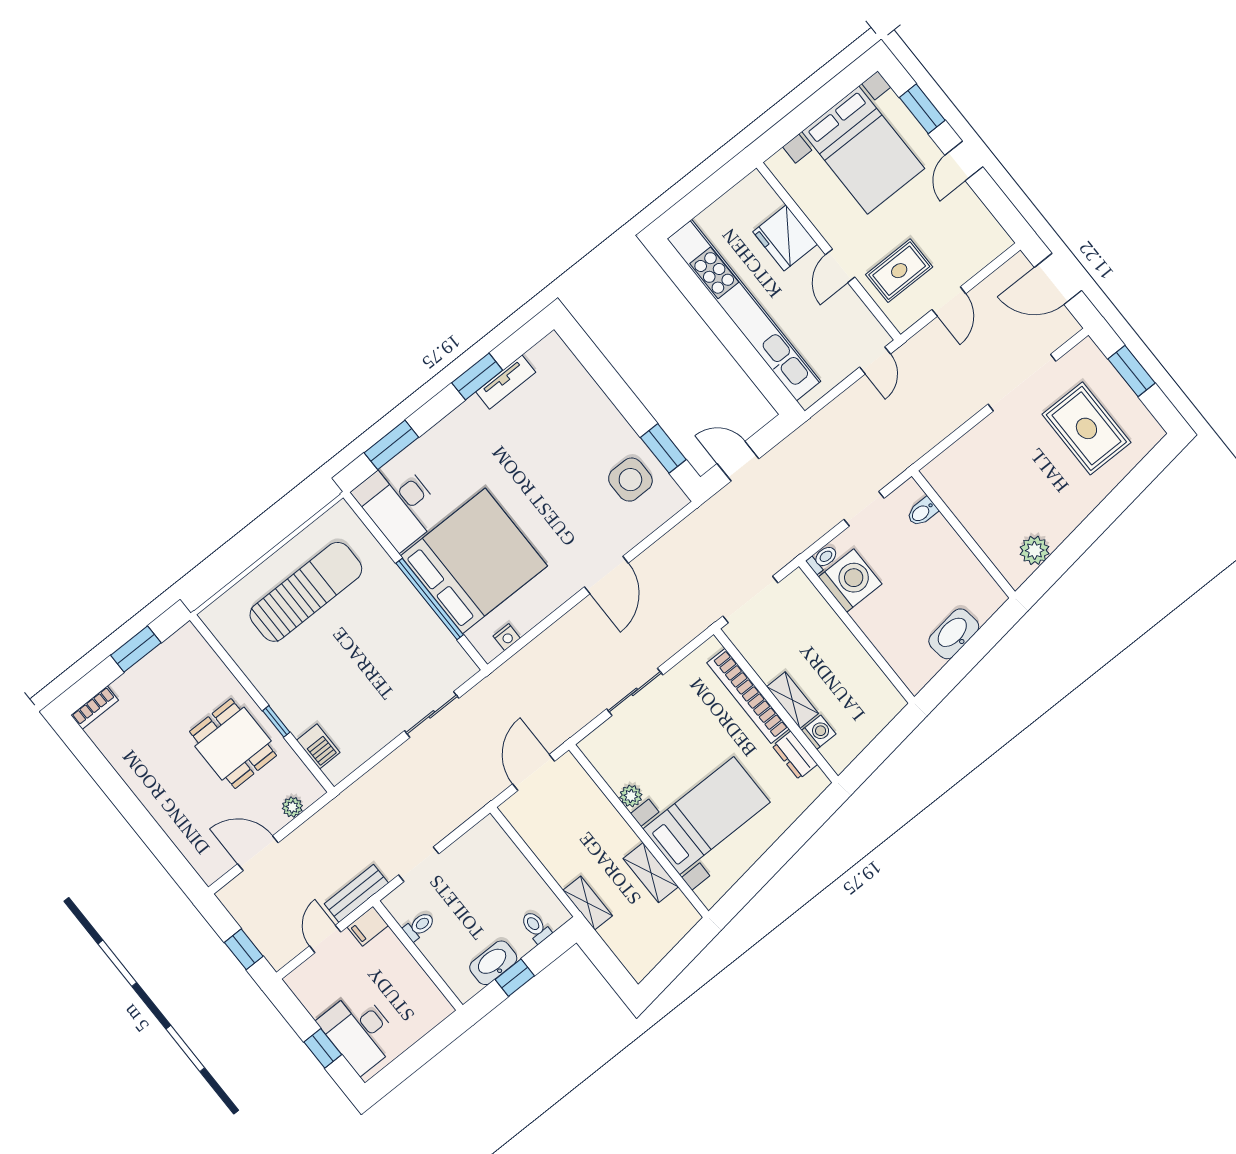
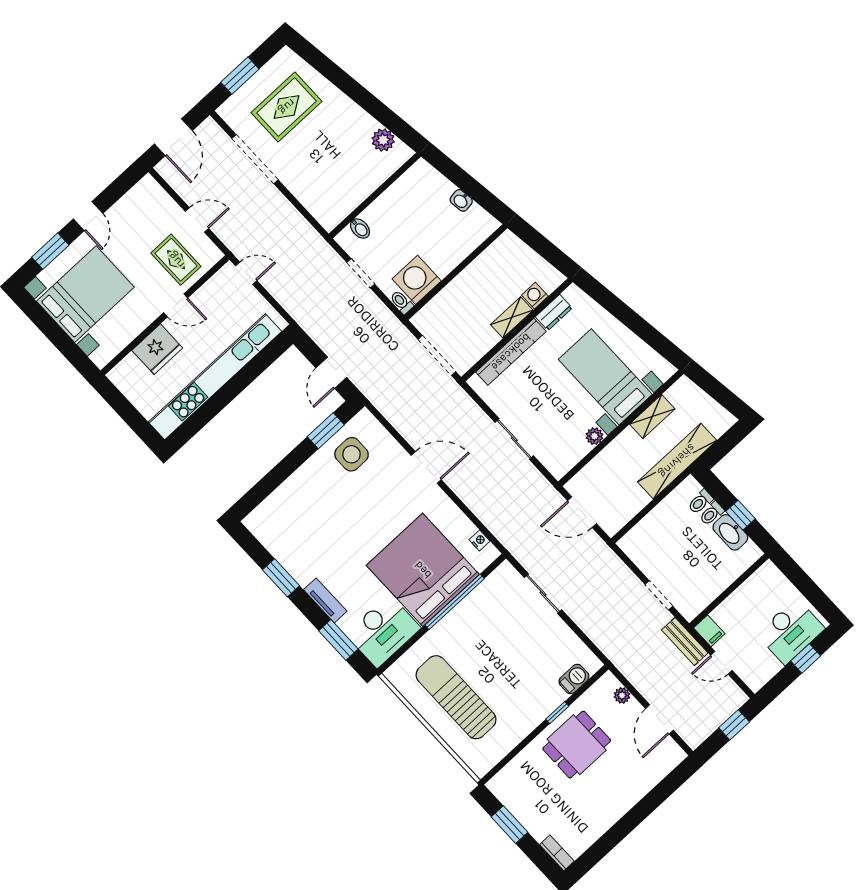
door: (964, 161) -> (88, 216), hinge flipped
tv unit: (506, 382) -> (325, 600), moved
washbasin: (954, 634) -> (461, 200), width x0.52, depth x0.69
shelving: (588, 903) -> (677, 461), width x2.20, depth x1.33
toilet: (419, 926) -> (712, 513), moved, turned -90

